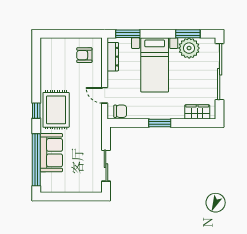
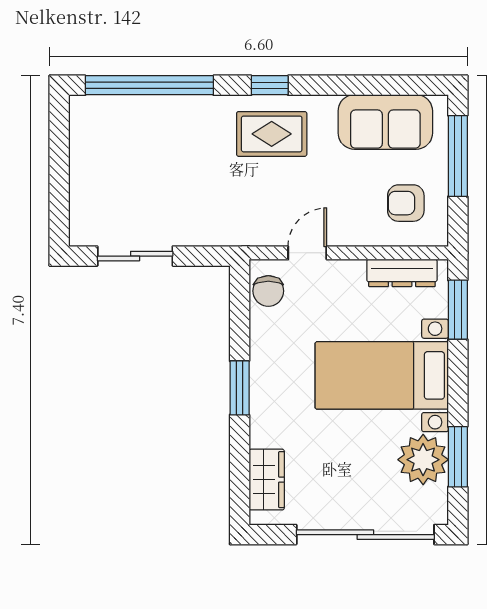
window: (65, 34) -> (458, 156), added
armchair: (84, 55) -> (406, 203), turned -90
rug: (56, 110) -> (272, 134), width x0.73, depth x0.70
sofa: (51, 153) -> (385, 122), moved

